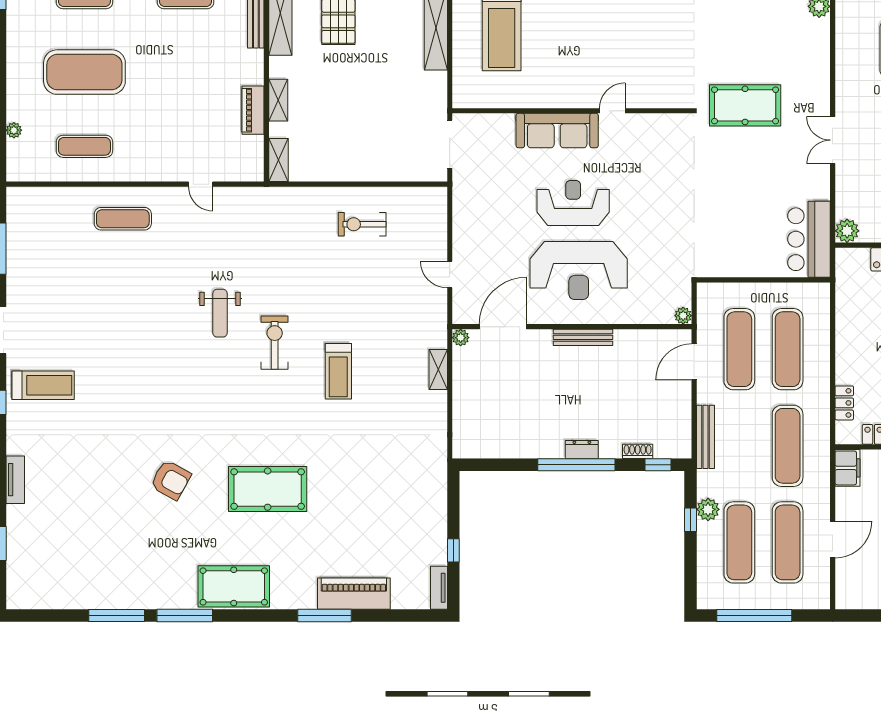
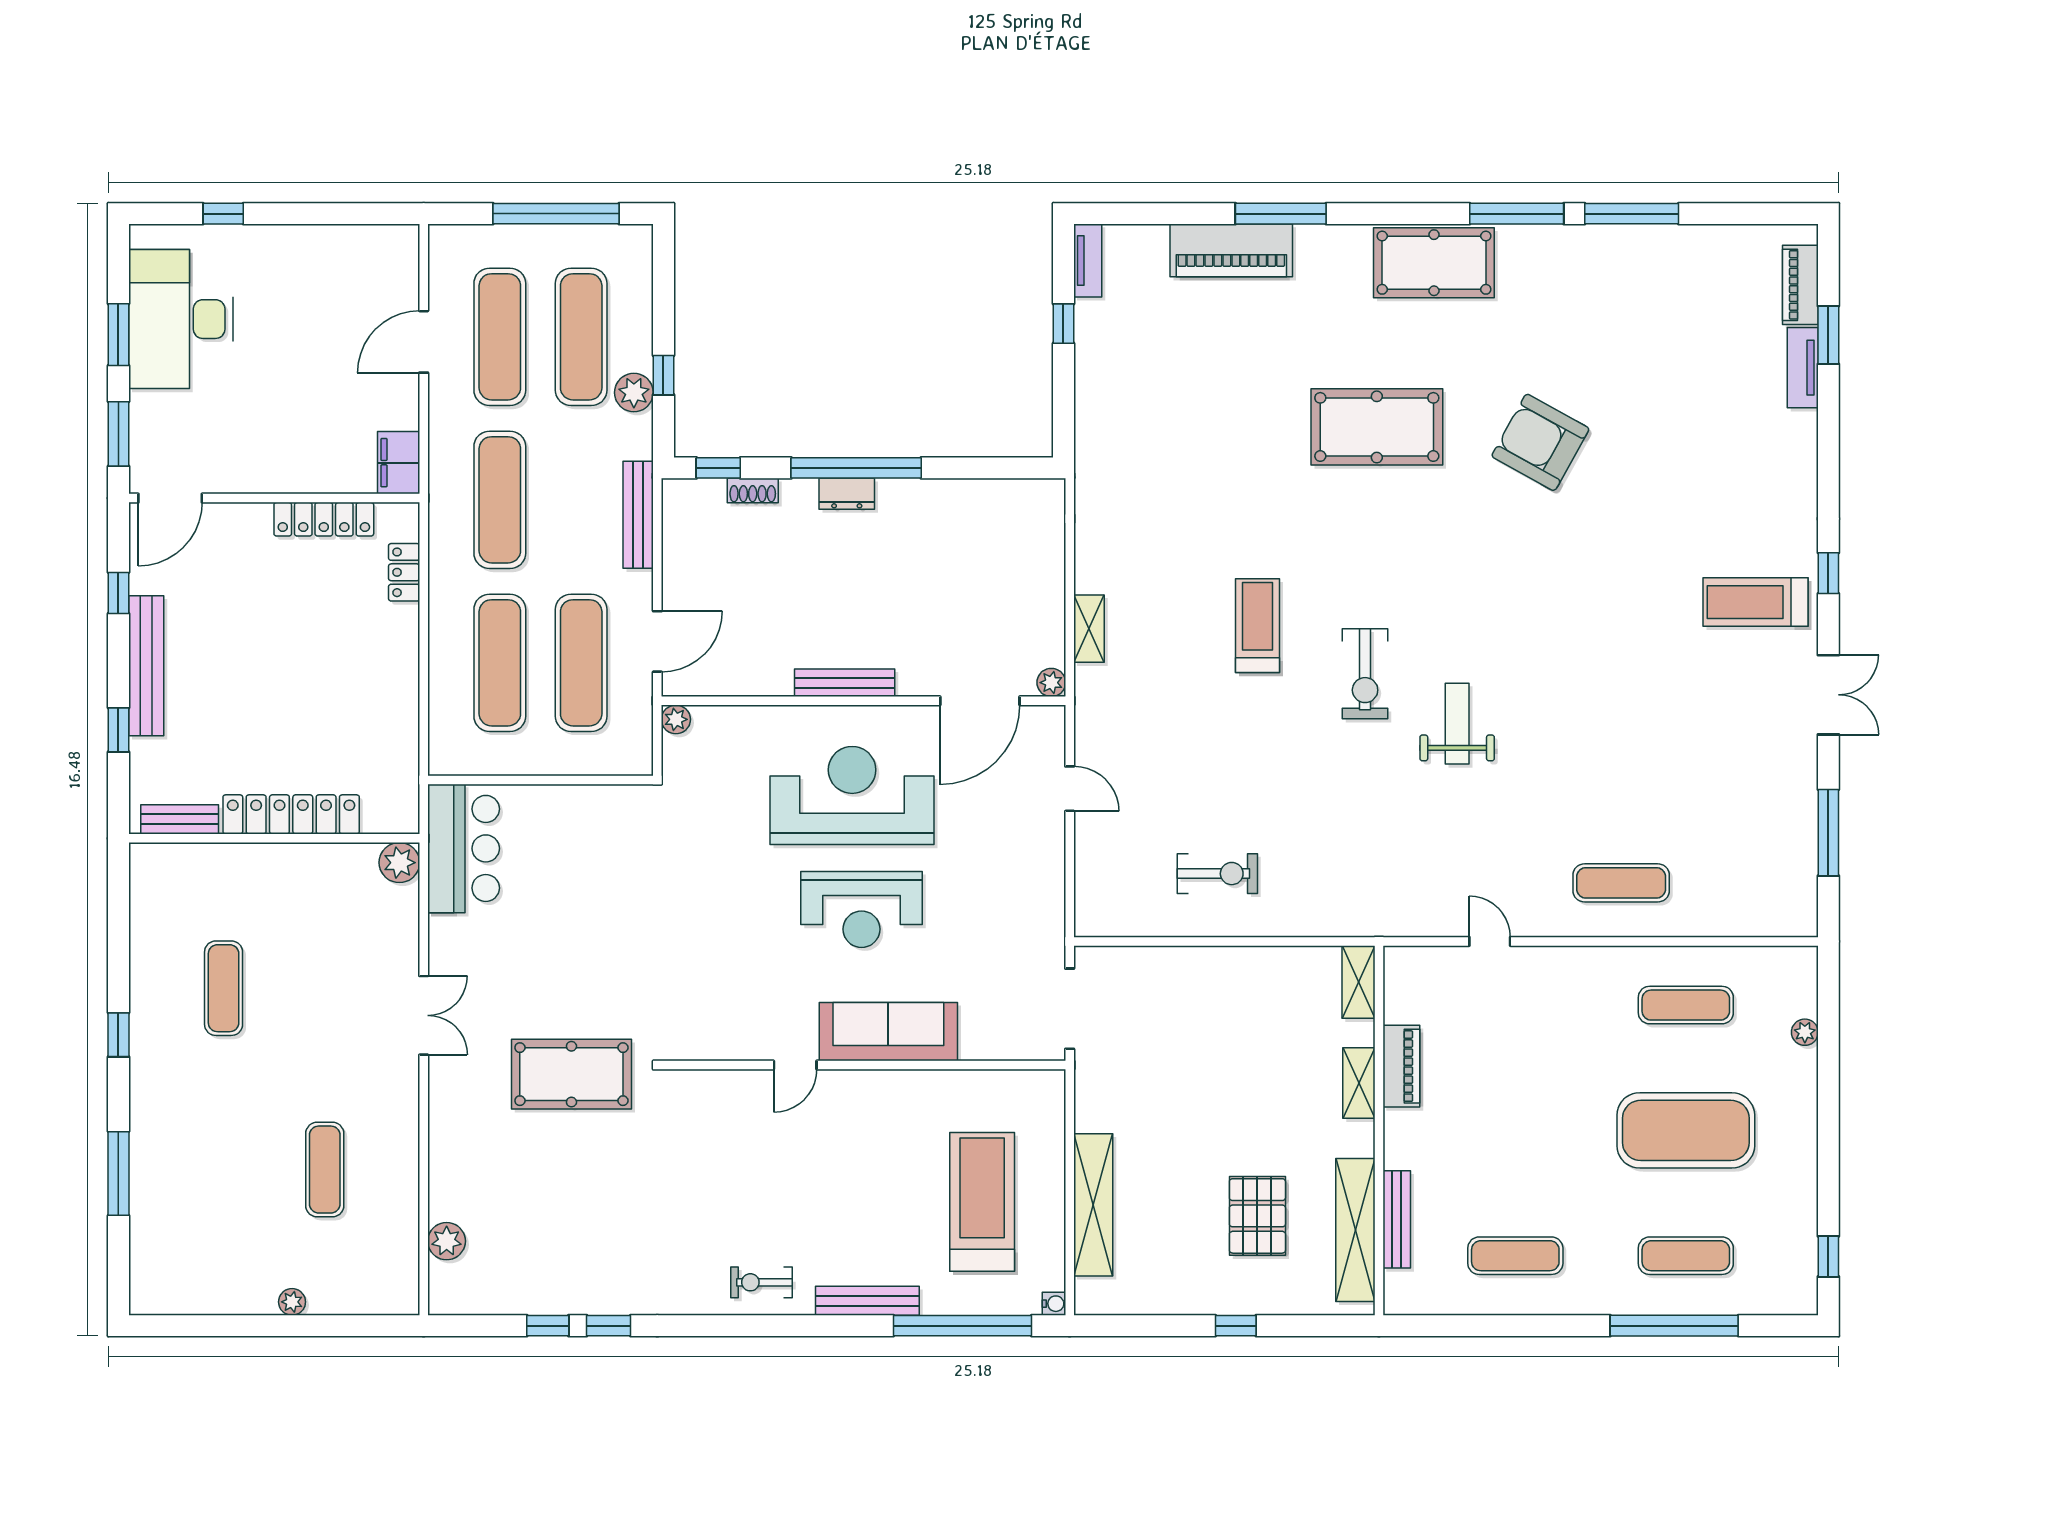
tv unit: (15, 480) -> (1803, 368), moved
armchair: (171, 480) -> (1540, 442), width x1.36, depth x1.36
piano: (17, 573) -> (1800, 285), added

